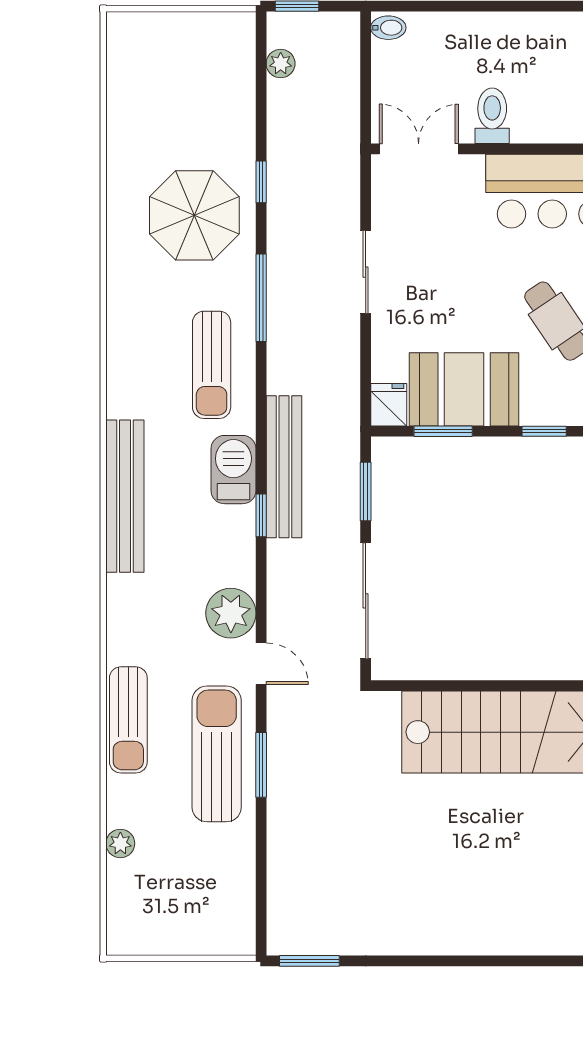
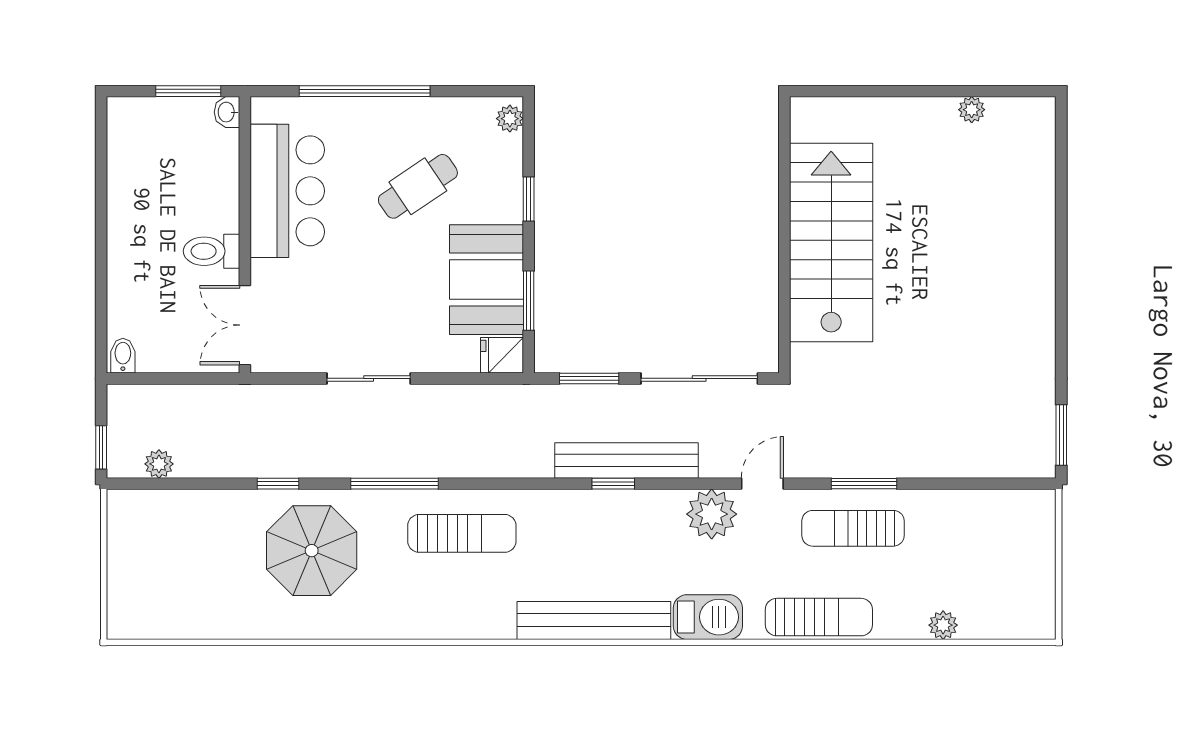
bench: (284, 467) -> (627, 461), moved
barbecue: (233, 470) -> (708, 617), moved, turned 180
sun lounger: (217, 754) -> (853, 528), width x0.73, depth x0.75

